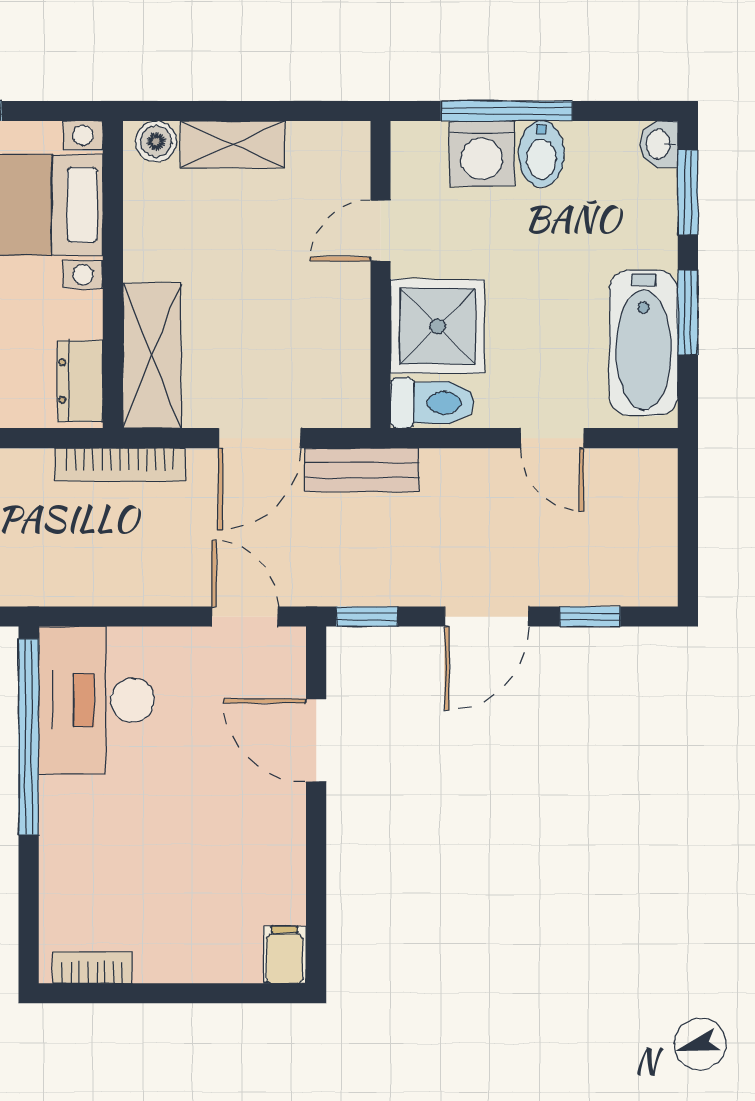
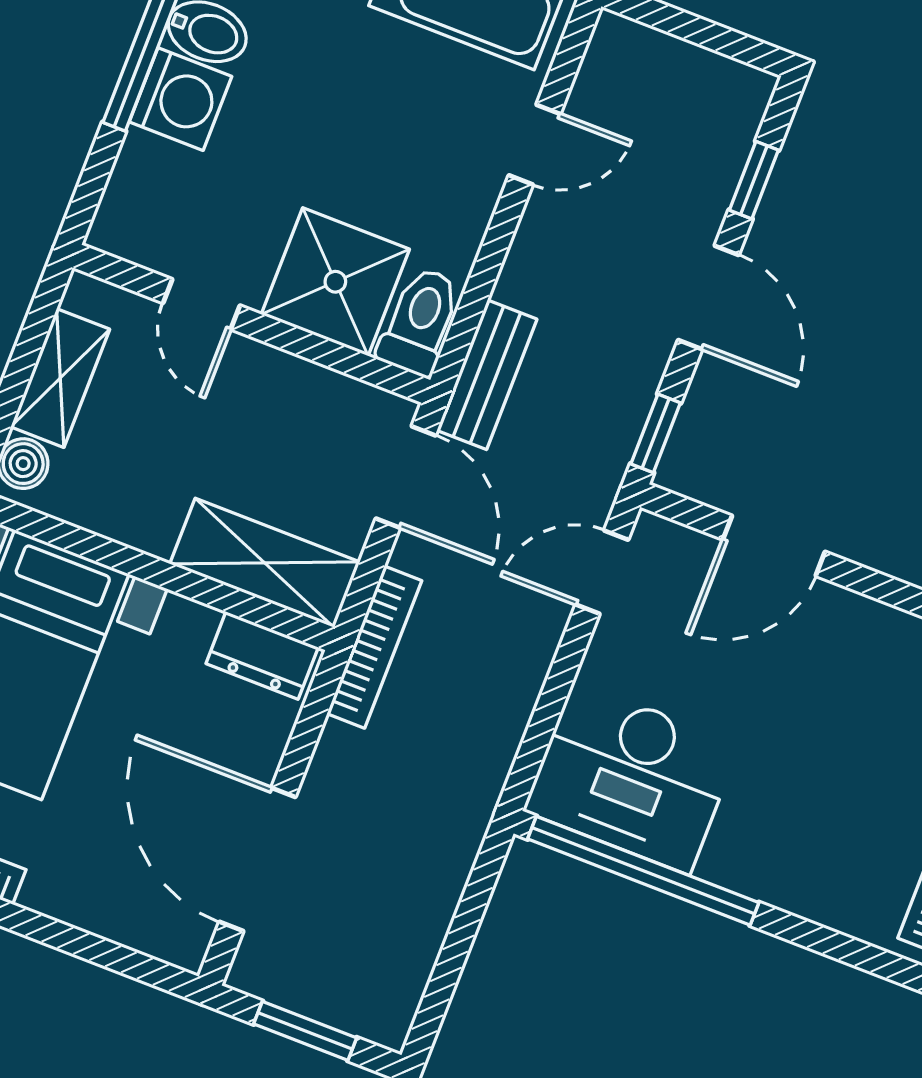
door: (381, 231) -> (202, 304), moved
wall: (381, 275) -> (251, 324), moved
shower: (438, 326) -> (335, 282), moved
toilet: (432, 403) -> (420, 321), moved

